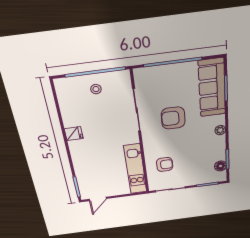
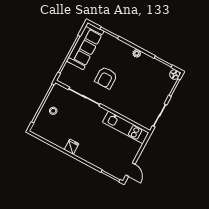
sofa: (212, 88) -> (85, 46), moved, turned -90
armchair: (165, 164) -> (136, 106), removed
floor lamp: (221, 166) -> (175, 75), moved

